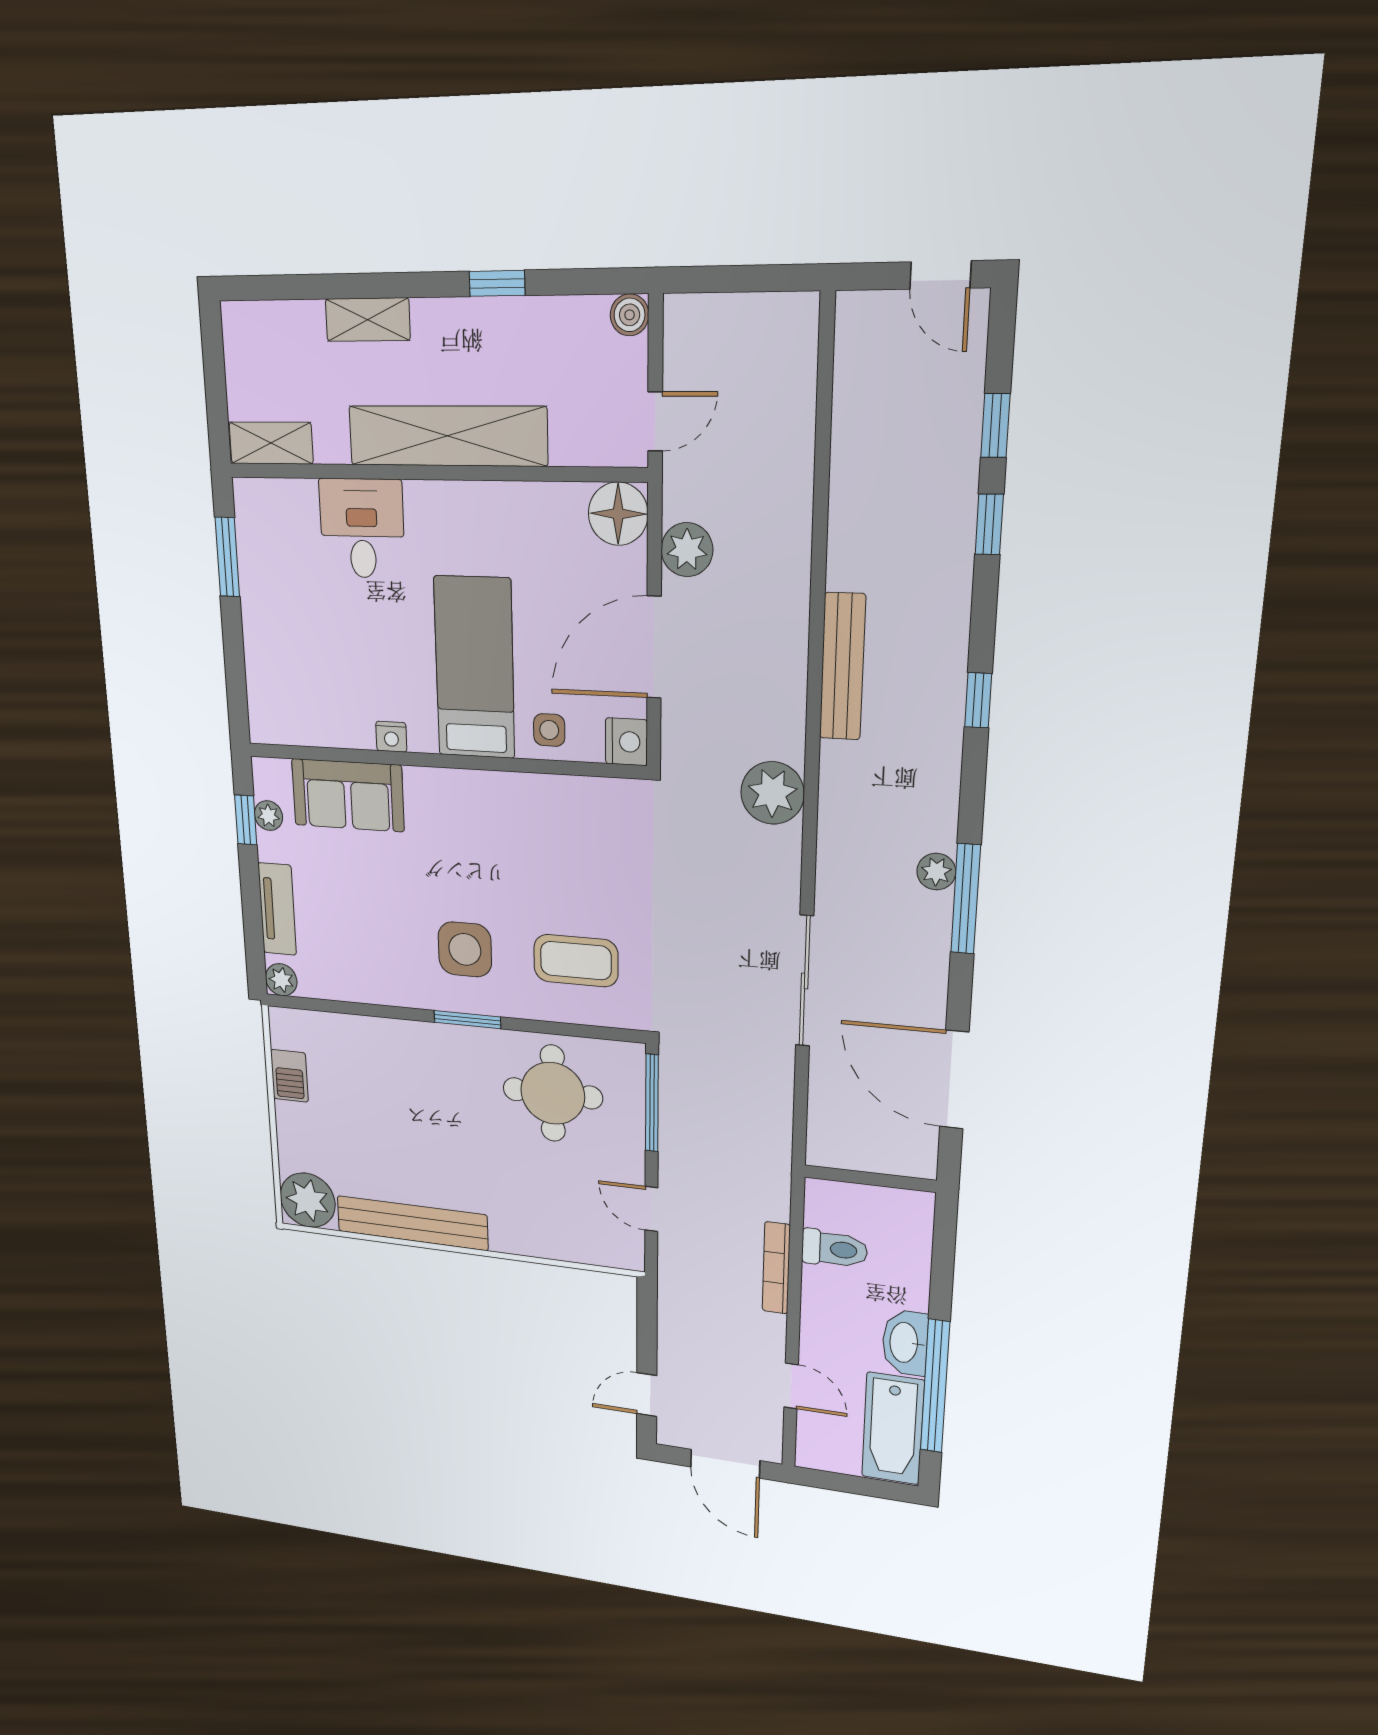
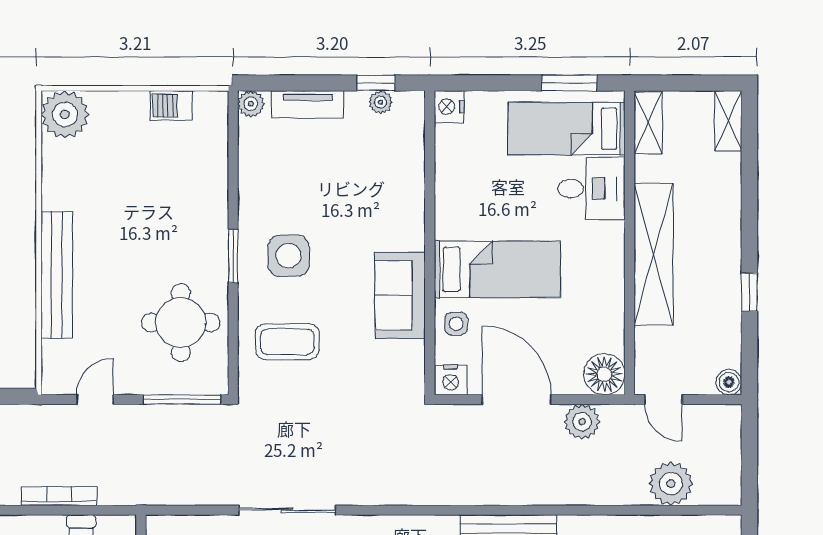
shelving: (368, 320) -> (728, 121), moved
bed: (286, 563) -> (566, 129), added
nightstand: (391, 737) -> (449, 107), moved, width x1.39, depth x1.35
plant: (773, 793) -> (671, 484), moved
sofa: (348, 795) -> (400, 295), moved
coffee table: (576, 961) -> (287, 342), turned 90
bench: (412, 1223) -> (57, 275), moved

